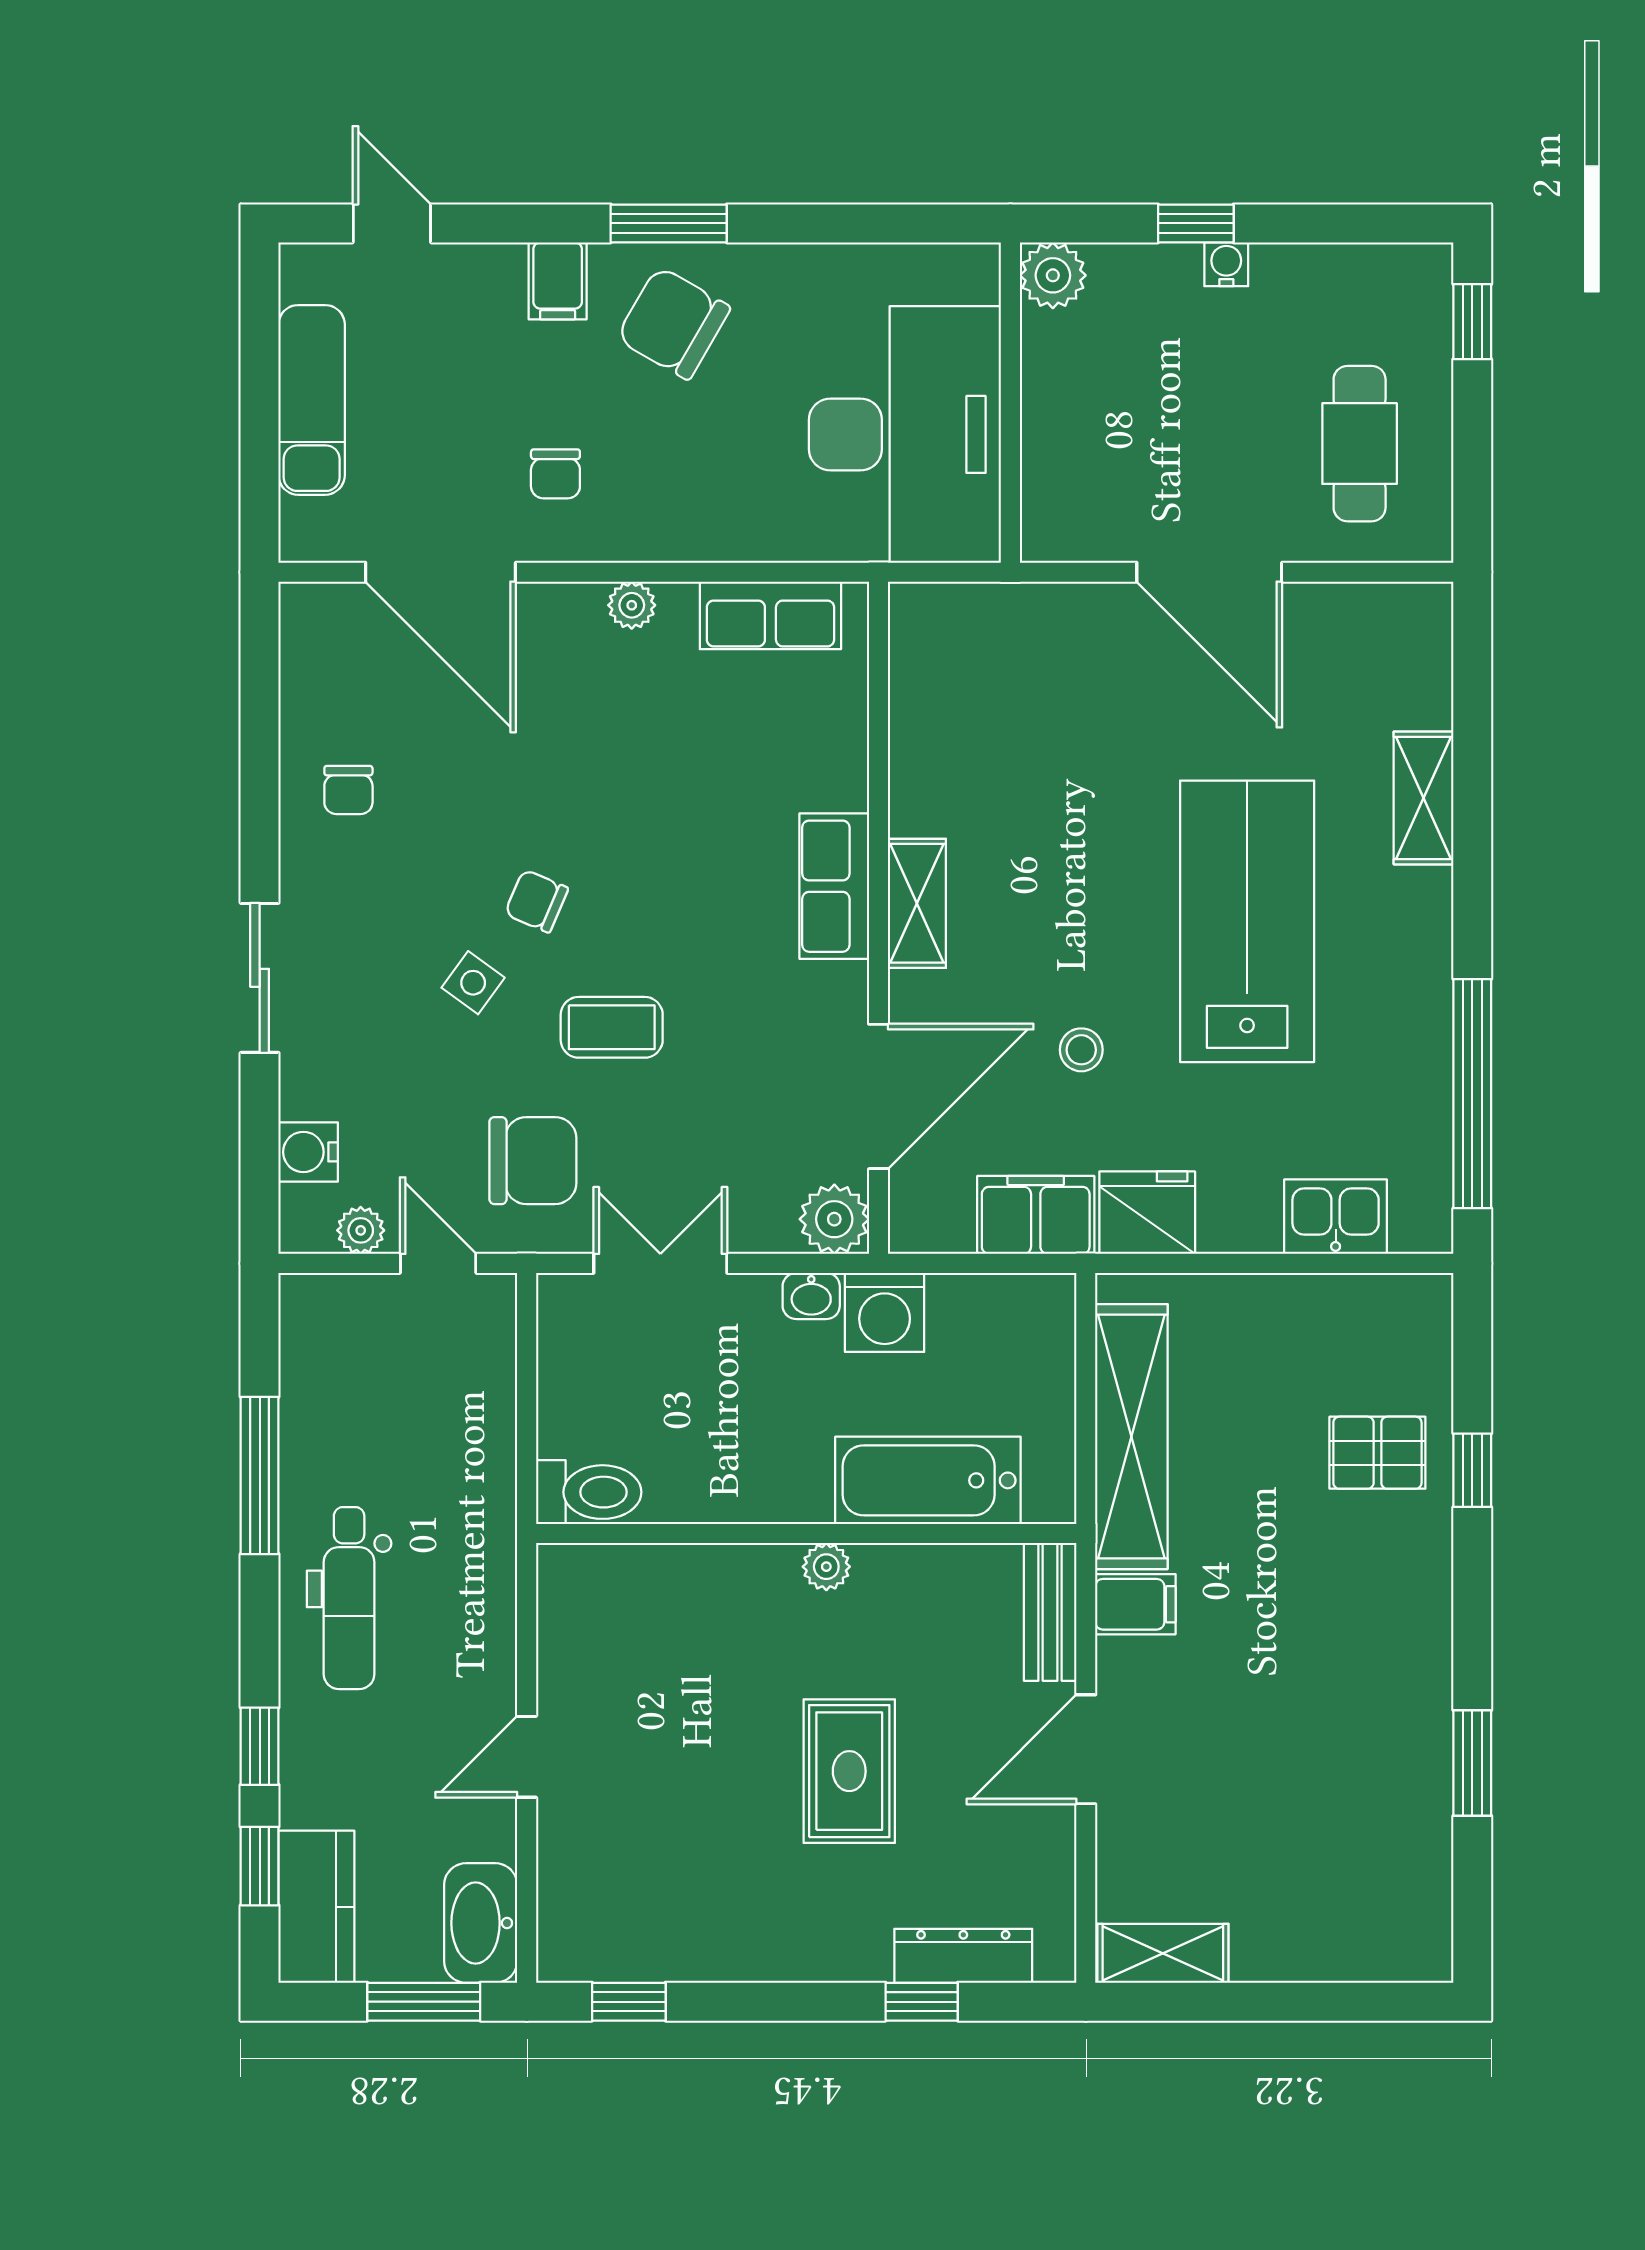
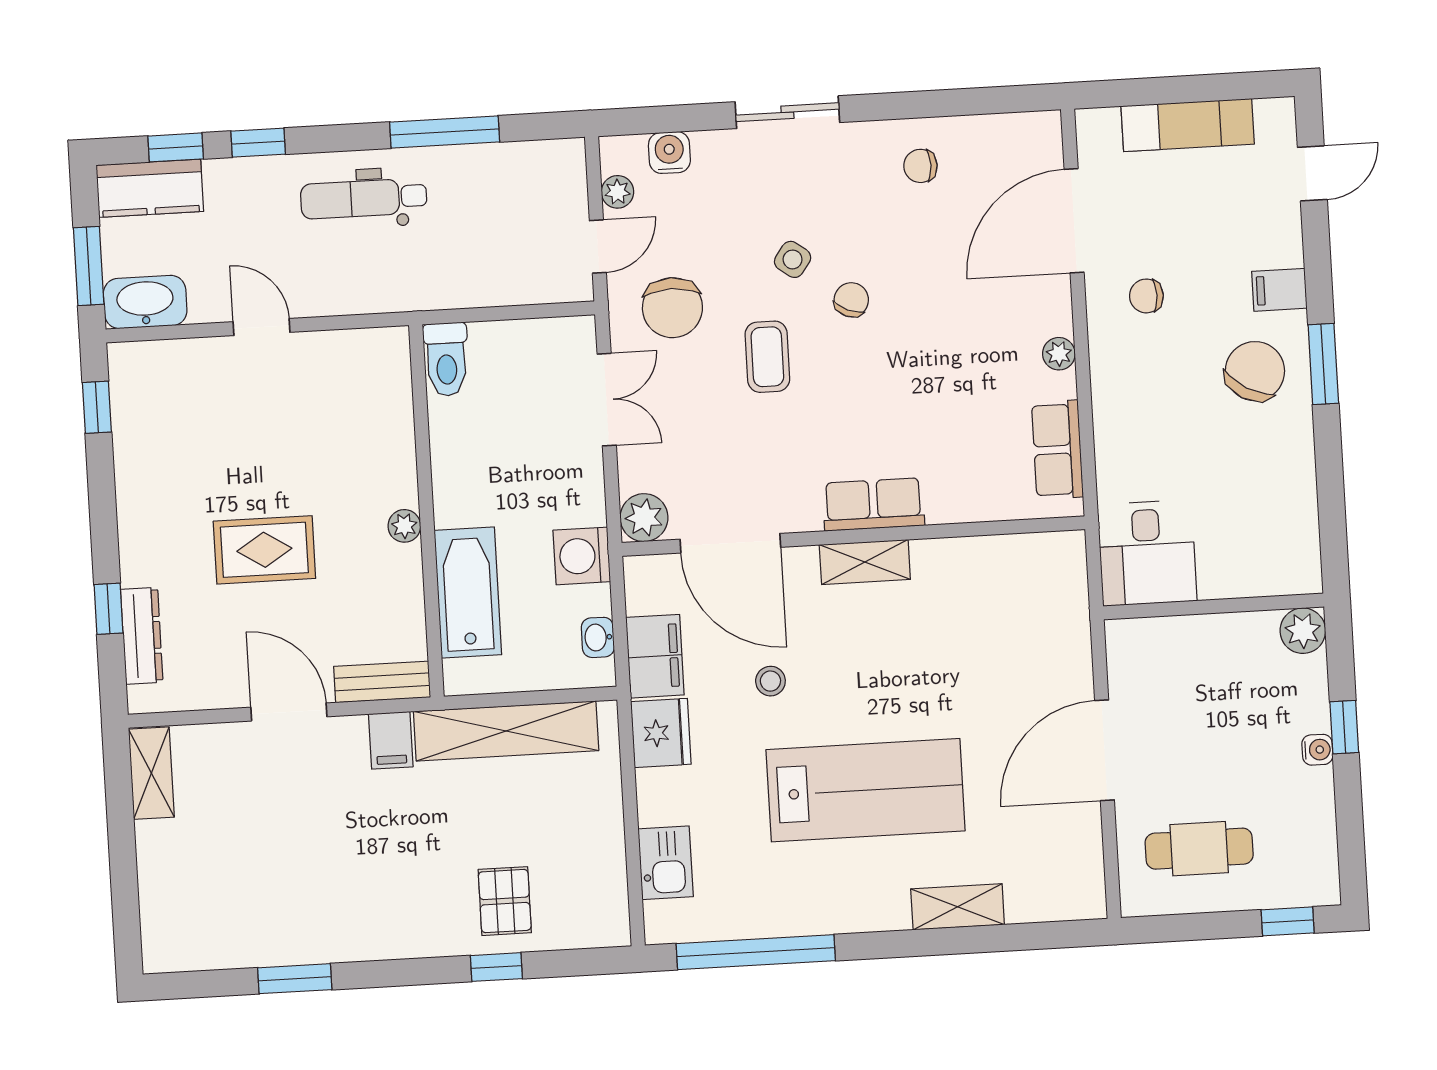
desk: (905, 434) -> (1147, 553), width x0.53, depth x0.77
washbasin: (811, 1296) -> (598, 637), moved

